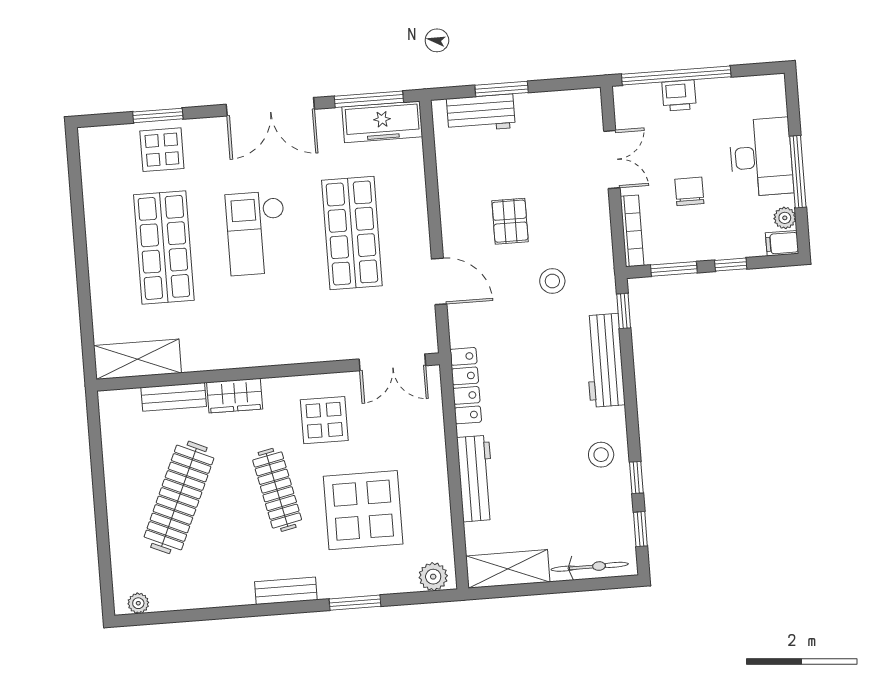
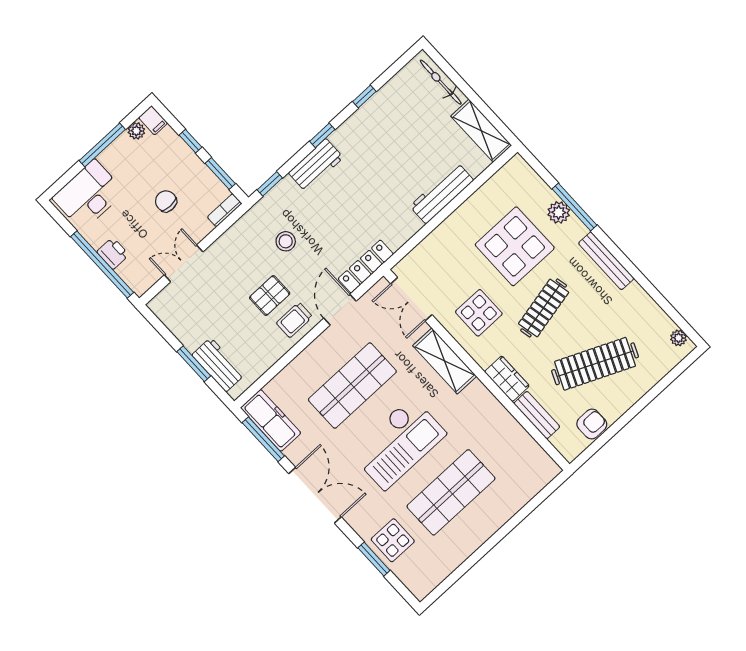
desk: (761, 157) -> (88, 195), moved
chair: (689, 191) -> (166, 201), turned 90
trolley: (465, 227) -> (294, 320), added
bookcase: (632, 231) -> (225, 210), width x0.64
checkout: (257, 233) -> (398, 443), width x1.36, depth x1.21
shelving: (137, 359) -> (445, 361), moved
workbench: (605, 360) -> (316, 165), width x0.73
double door: (392, 362) -> (411, 299), swing flipped
locker: (466, 386) -> (366, 266), moved
armchair: (120, 446) -> (592, 424), added
stool: (601, 455) -> (367, 129), removed
window: (640, 529) -> (322, 135), moved
plant: (433, 577) -> (559, 212), moved
bench: (286, 591) -> (606, 261), width x1.36
window: (355, 603) -> (575, 207), width x1.44

